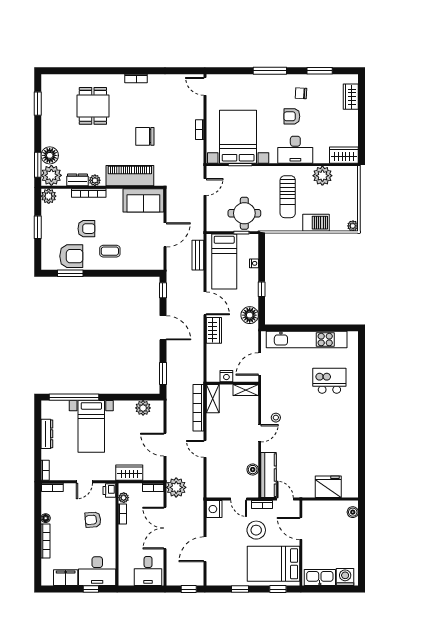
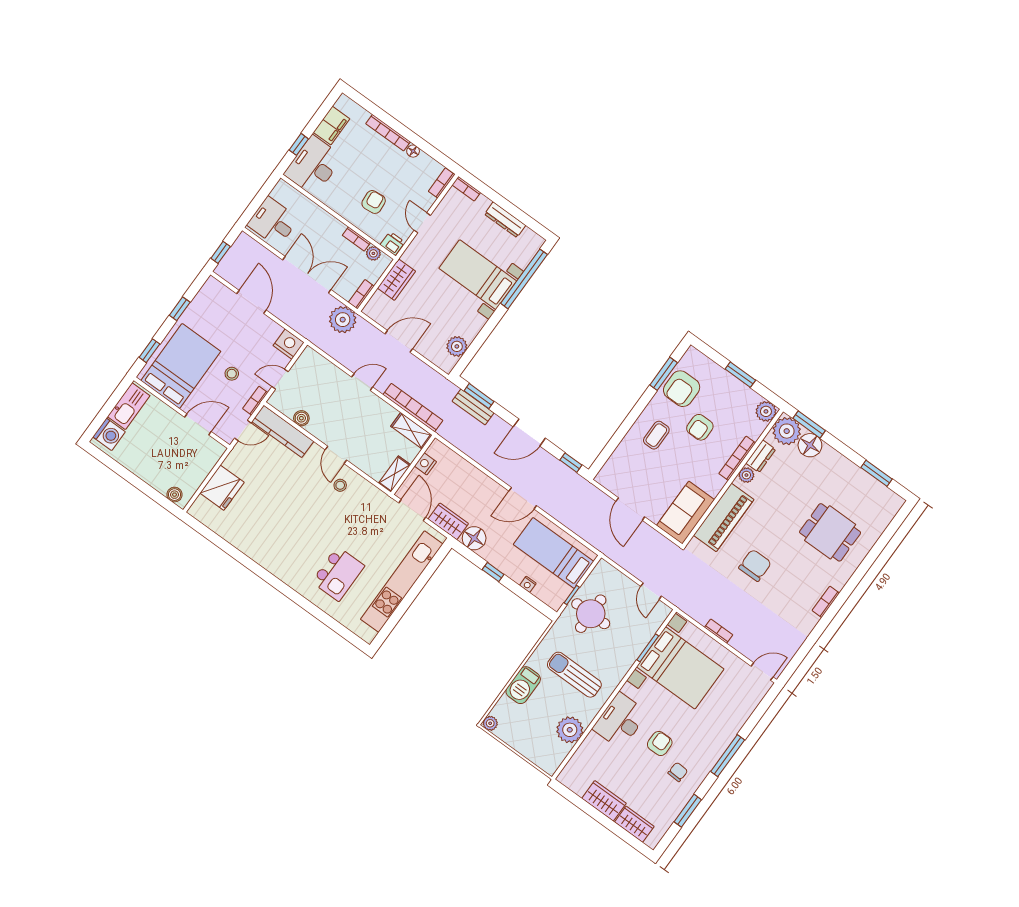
wardrobe: (344, 155) -> (604, 801), moved, turned -90
bench: (198, 255) -> (473, 407), moved
wardrobe: (214, 330) -> (448, 521), moved, turned 180
stool: (256, 530) -> (232, 374), width x0.53, depth x0.53

